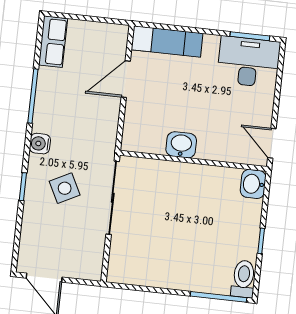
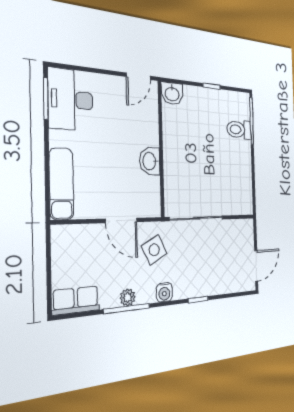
door: (126, 79) -> (121, 220), moved
plant: (44, 99) -> (128, 297), added
side table: (65, 188) -> (154, 250), moved
toilet: (243, 279) -> (239, 130), moved

